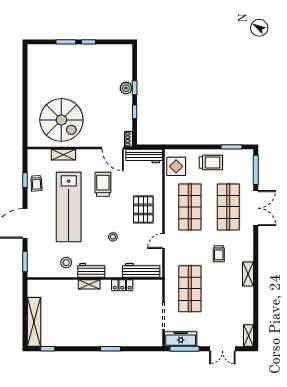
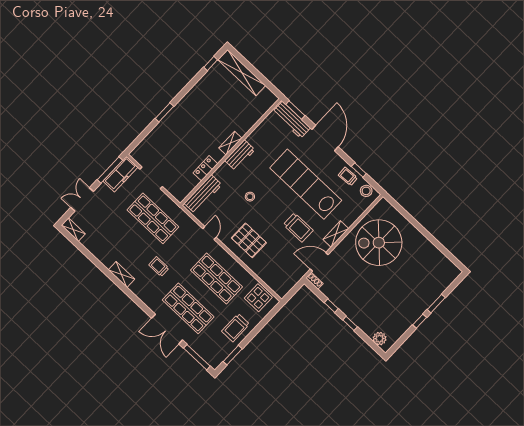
plant: (126, 88) -> (380, 339), moved
shelving: (63, 155) -> (336, 234), moved
workbench: (144, 156) -> (291, 120), moved, turned -90
stool: (66, 263) -> (366, 191), moved

